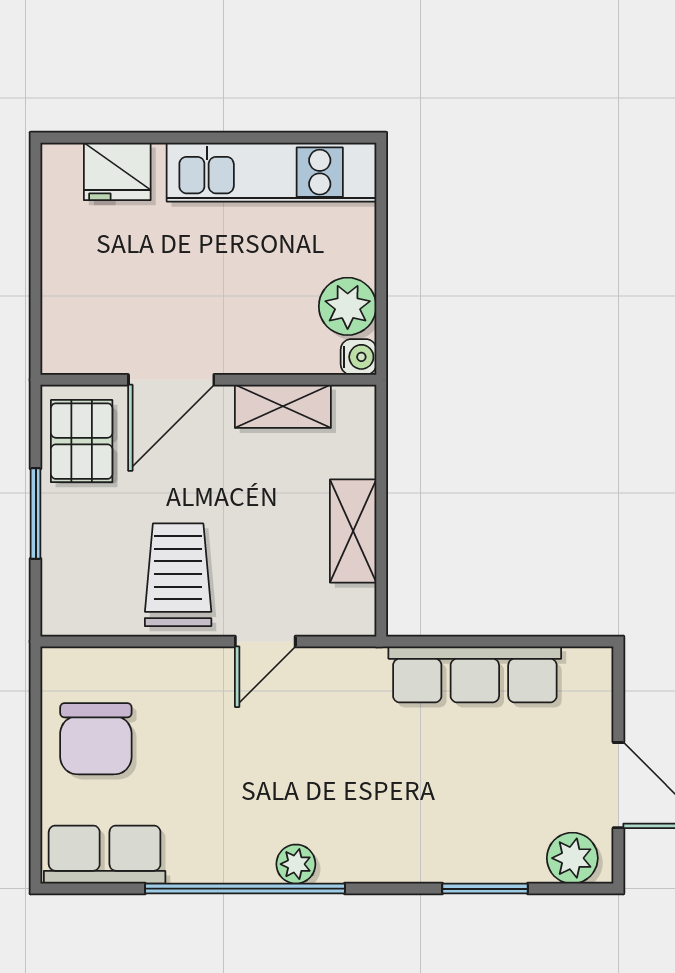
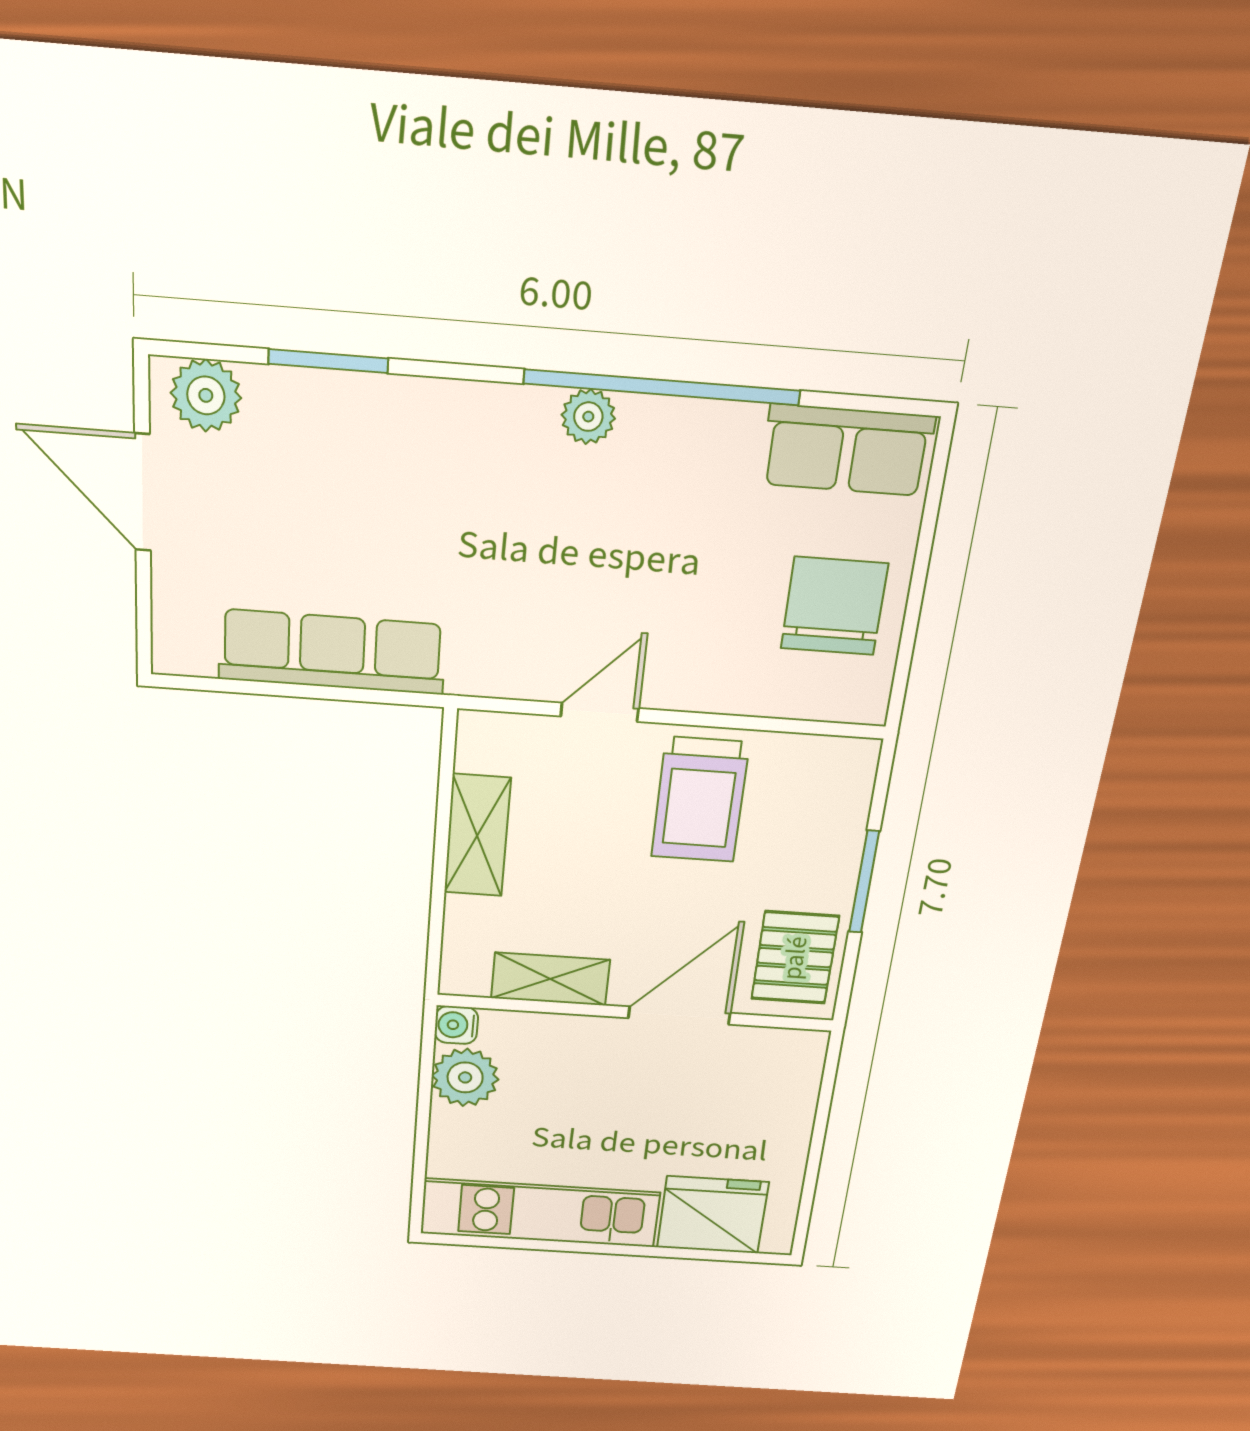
fridge: (117, 171) -> (713, 1215), width x1.36, depth x1.34

